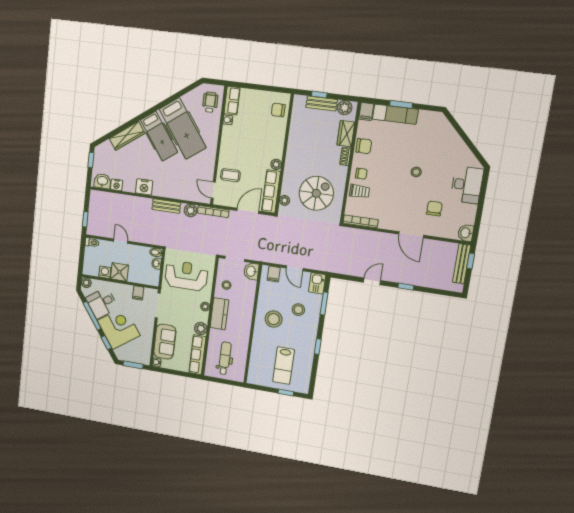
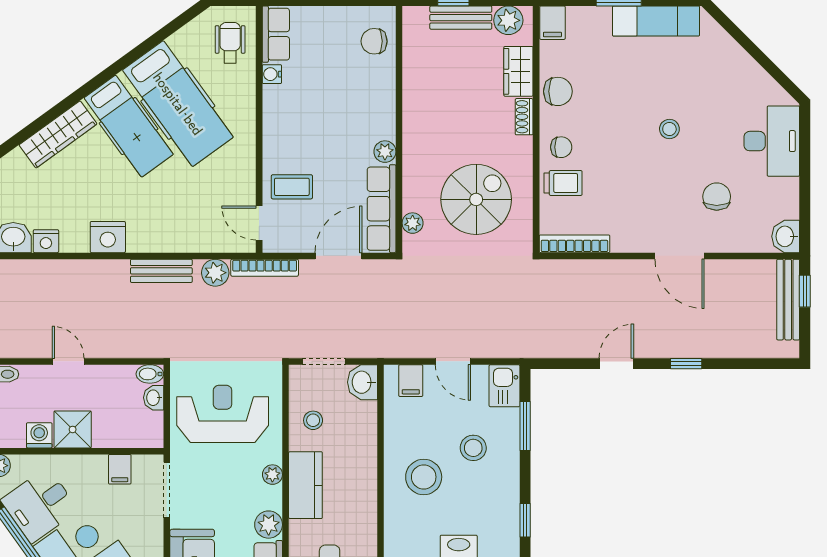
exam couch: (395, 114) -> (656, 21), moved

